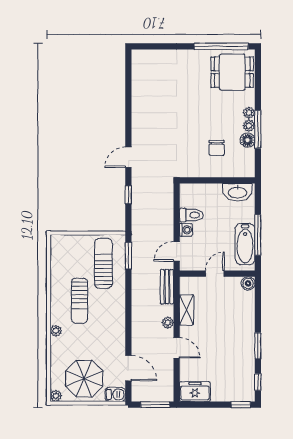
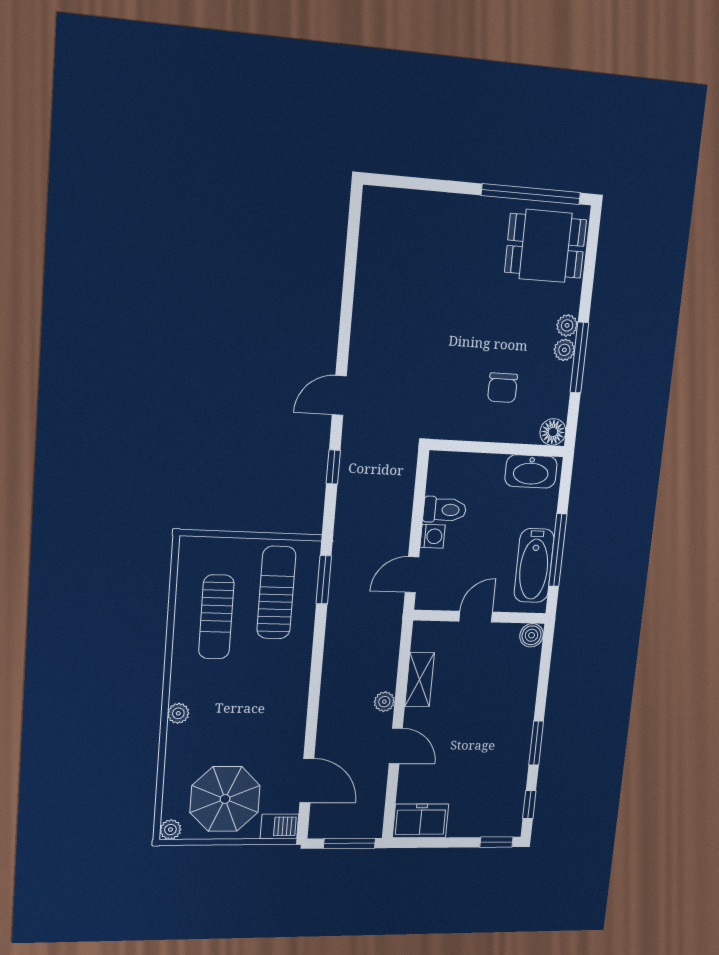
floor lamp: (248, 140) -> (553, 432), moved
bench: (167, 287) -> (389, 638), removed
sun lounger: (80, 301) -> (216, 617), moved

